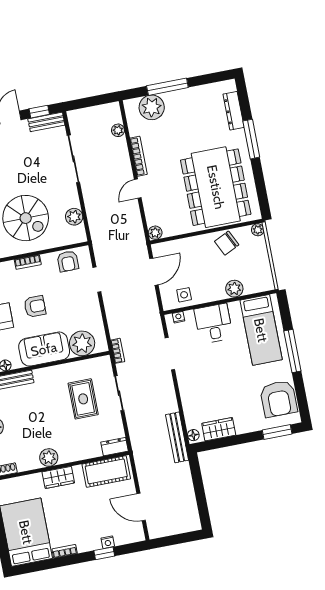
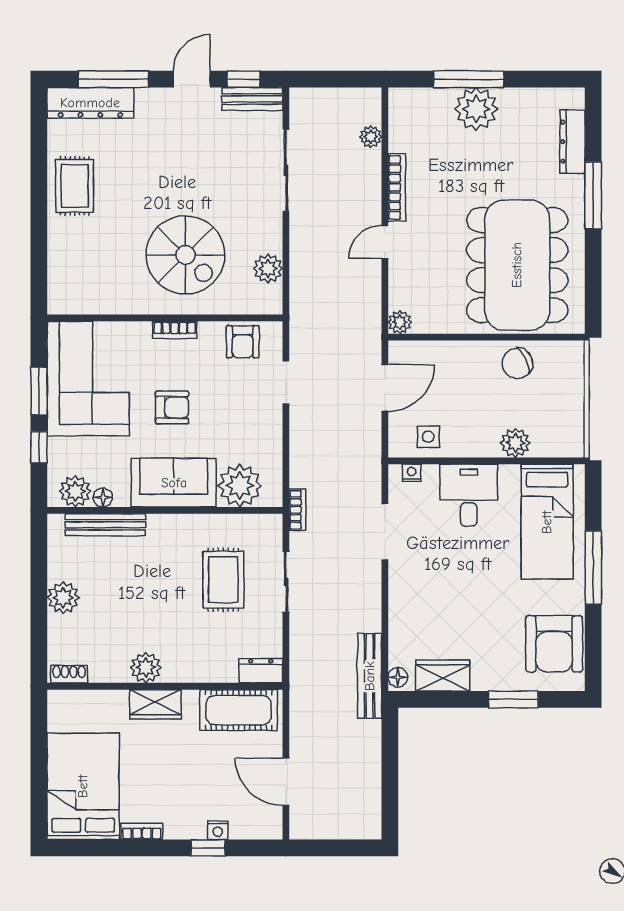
plant: (152, 107) -> (476, 109), moved
plant: (258, 230) -> (574, 351), removed
window: (277, 432) -> (513, 699), moved

